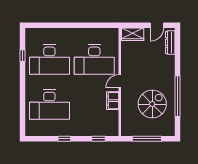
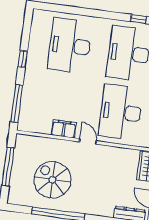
spiral stairs: (152, 104) -> (52, 180), turned 180
window: (98, 139) -> (17, 104), width x2.17

